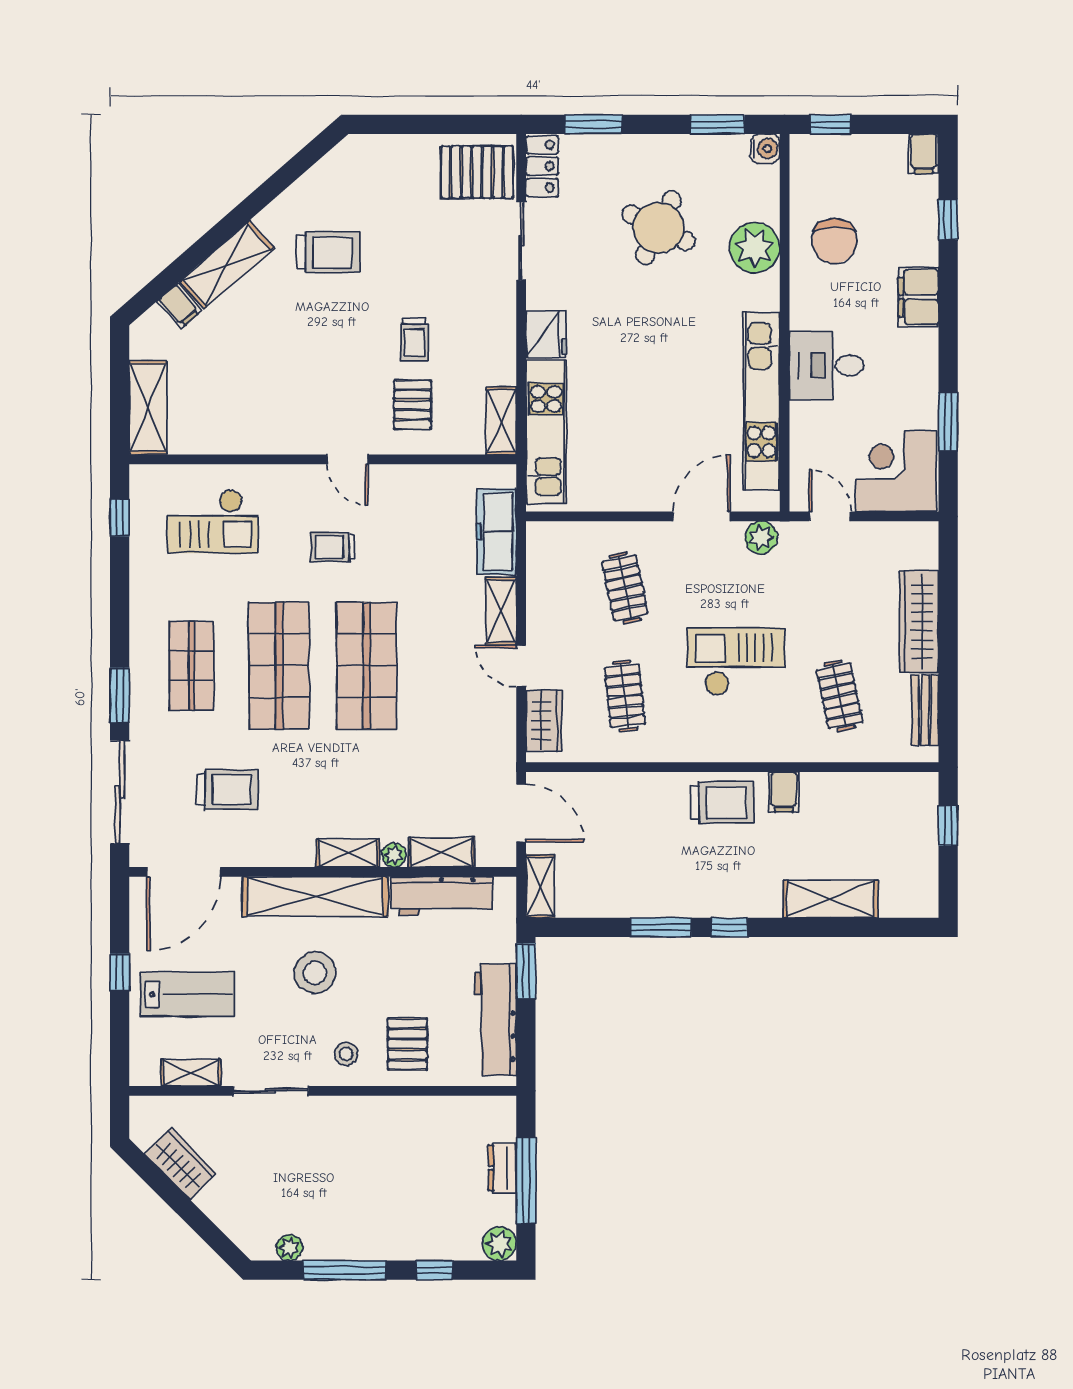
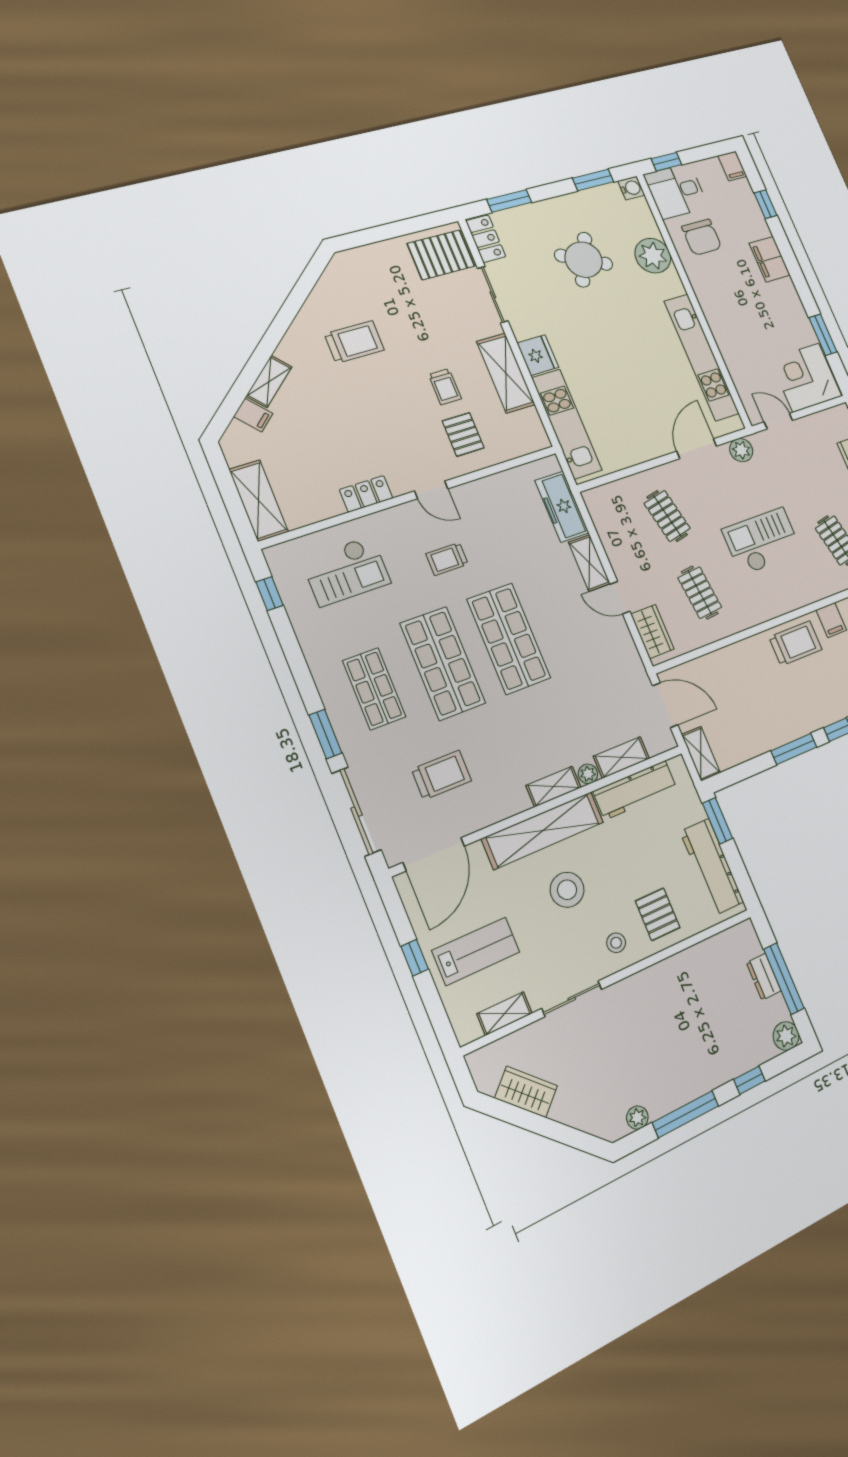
shelving: (227, 265) -> (269, 382), width x0.67, depth x0.75
desk: (827, 365) -> (676, 191), moved
shelving: (501, 421) -> (506, 373), moved, width x1.50, depth x1.33
locker: (270, 439) -> (366, 494), added

